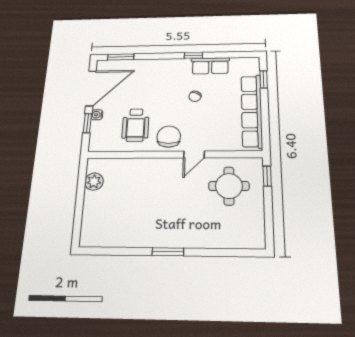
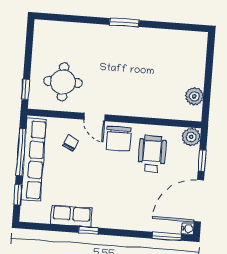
chair: (195, 96) -> (71, 143), moved
water cooler: (97, 115) -> (188, 229), moved
window: (265, 117) -> (21, 152), added
plant: (98, 143) -> (191, 137), added
door: (194, 155) -> (94, 117), swing flipped

